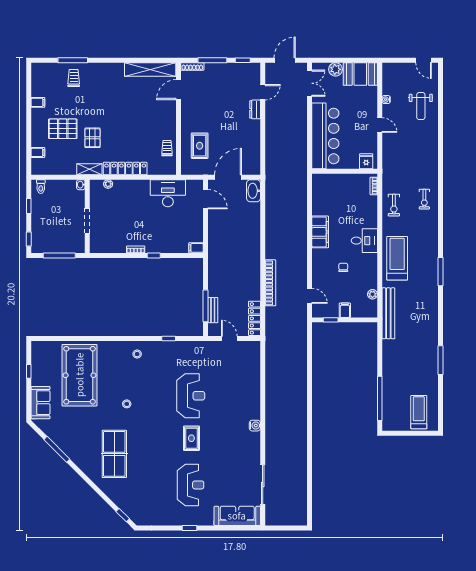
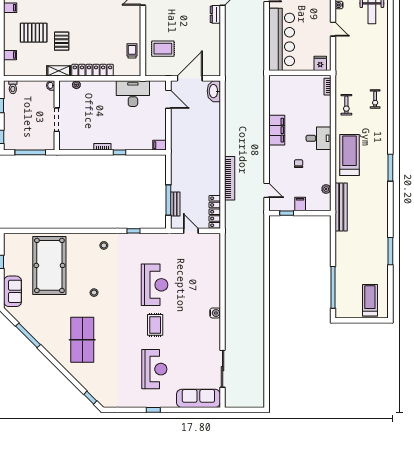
rug: (200, 146) -> (163, 49), turned 90

